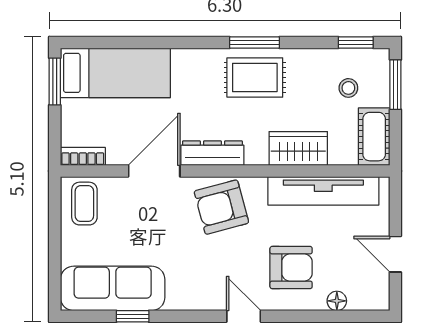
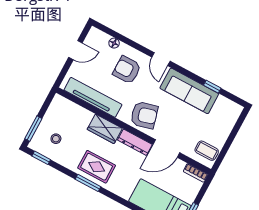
cot: (374, 137) -> (56, 110), removed
wardrobe: (298, 148) -> (105, 129), moved
coffee table: (84, 204) -> (207, 151), turned 90
door: (395, 254) -> (75, 50), hinge flipped
sofa: (113, 288) -> (189, 91), moved

